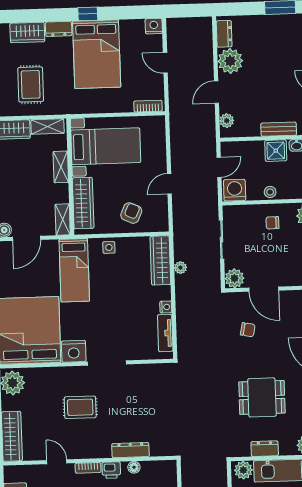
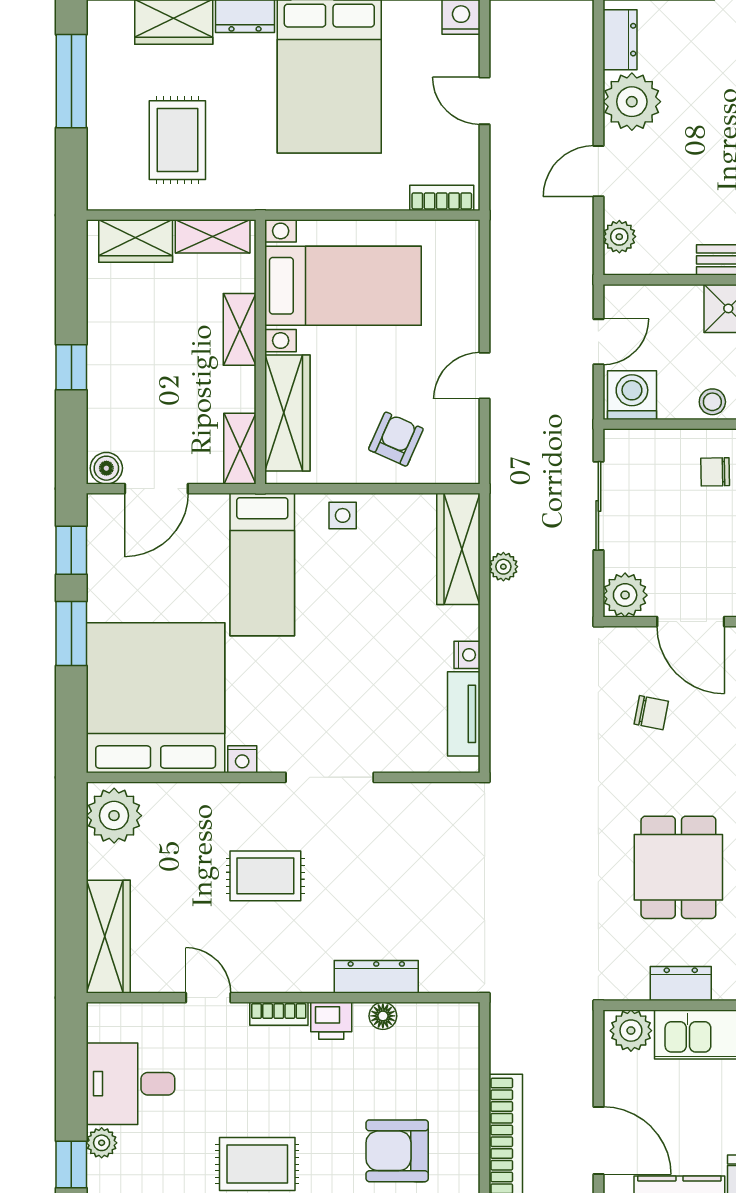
nightstand: (74, 351) -> (242, 759), width x0.53, depth x0.56
dining table: (262, 397) -> (678, 867), turned 90

